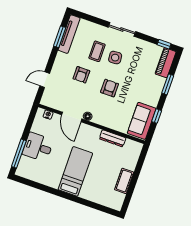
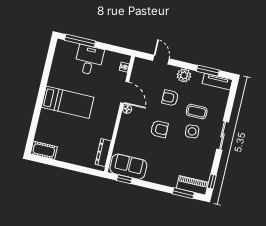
tv unit: (69, 34) -> (217, 82), width x0.71
plant: (62, 60) -> (184, 75), added
window: (168, 84) -> (183, 193), moved
window: (157, 116) -> (124, 179), moved
door: (72, 117) -> (125, 92), swing flipped
dresser: (113, 138) -> (103, 153), moved
cot: (124, 181) -> (44, 150), moved

